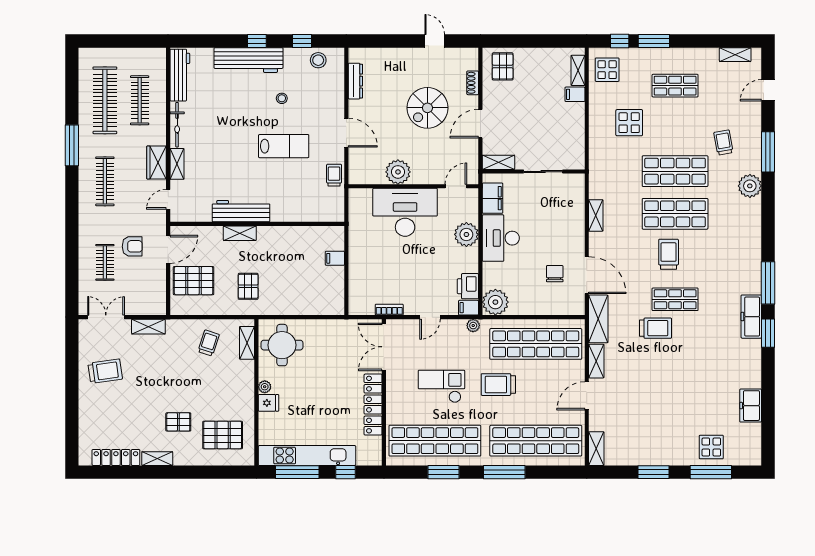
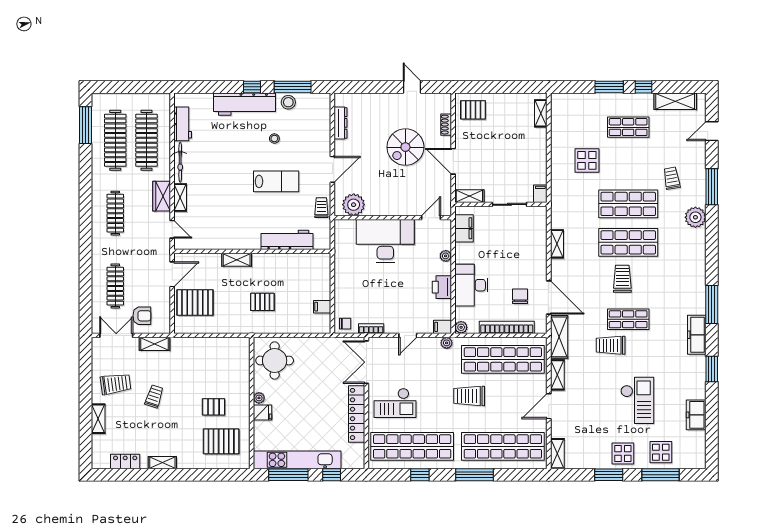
window: (302, 41) -> (293, 87), width x2.17
window: (620, 41) -> (644, 87), moved
shelving: (735, 55) -> (675, 101), width x1.50, depth x1.33
stool: (318, 60) -> (288, 102), moved
pallet: (503, 66) -> (473, 110), turned 90
display table: (607, 70) -> (623, 454), moved
workbench: (180, 75) -> (183, 124), width x0.73
filing cabinet: (575, 94) -> (540, 194), moved, turned 90
clothes rail: (140, 100) -> (147, 140), width x1.37, depth x1.31
door: (480, 124) -> (453, 161), hinge flipped
door: (346, 133) -> (332, 169), hinge flipped
window: (72, 145) -> (86, 125), moved
plant: (398, 172) -> (354, 205), moved
door: (168, 199) -> (172, 229), swing flipped
workbench: (241, 211) -> (287, 240), moved
plant: (466, 234) -> (446, 256), width x0.53, depth x0.53
desk: (501, 238) -> (471, 285), moved
armchair: (132, 246) -> (142, 316), moved
filing cabinet: (335, 258) -> (322, 307), moved
clothes rail: (105, 262) -> (115, 286), width x1.36
pallet: (248, 286) -> (262, 302), moved, turned 90
printer: (468, 286) -> (442, 287), moved
plant: (495, 302) -> (461, 327), width x0.53, depth x0.53
chair: (360, 304) -> (345, 324), added
bookcase: (540, 308) -> (507, 327), added
trolley: (656, 328) -> (611, 345), turned 180
window: (768, 333) -> (712, 369), moved
trolley: (209, 343) -> (154, 396), moved
shelving: (247, 343) -> (98, 419), moved
checkout: (441, 386) -> (395, 403), moved, turned 180
checkout: (685, 389) -> (637, 400), added
pallet: (178, 422) -> (214, 407), moved
locker: (116, 457) -> (125, 462), width x0.66
window: (444, 472) -> (420, 475), width x0.67

